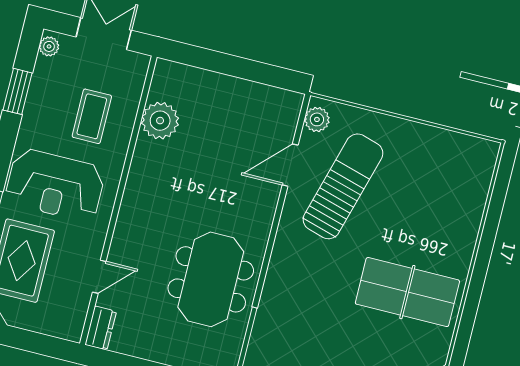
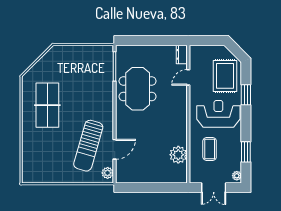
table tennis table: (407, 292) -> (47, 105), turned 90

